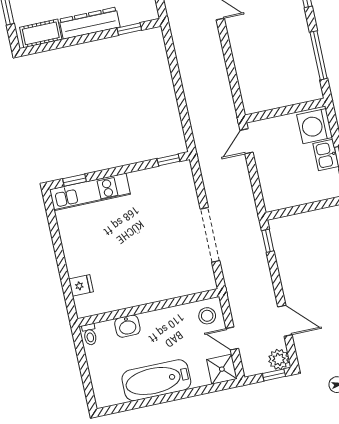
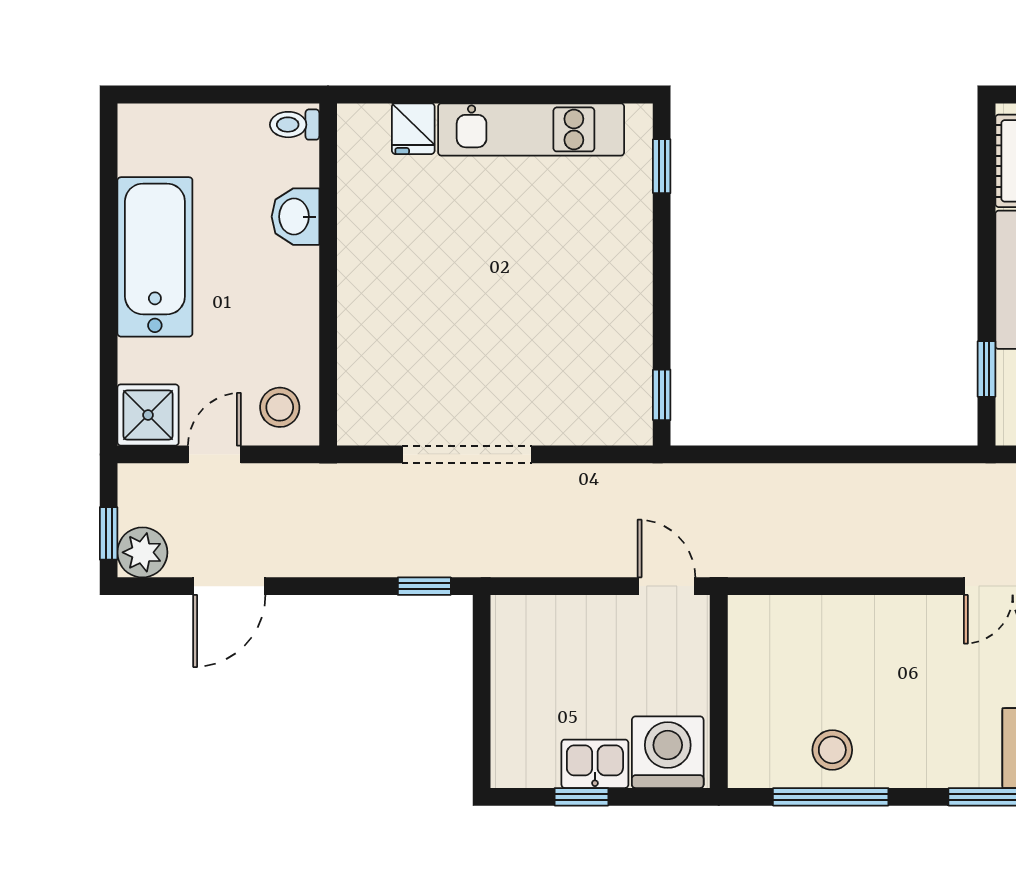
stool: (299, 59) -> (832, 750), added
kitchen unit: (90, 192) -> (531, 129), moved, turned -90

